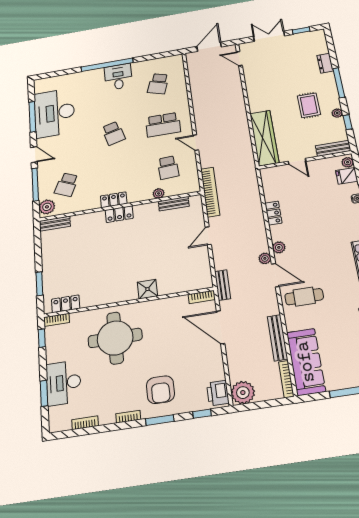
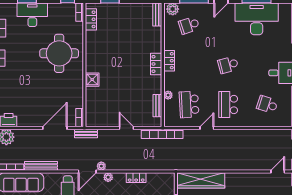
school desk: (168, 168) -> (189, 105), width x1.85
school desk: (67, 185) -> (189, 25), turned -42
armchair: (160, 390) -> (17, 82), removed

